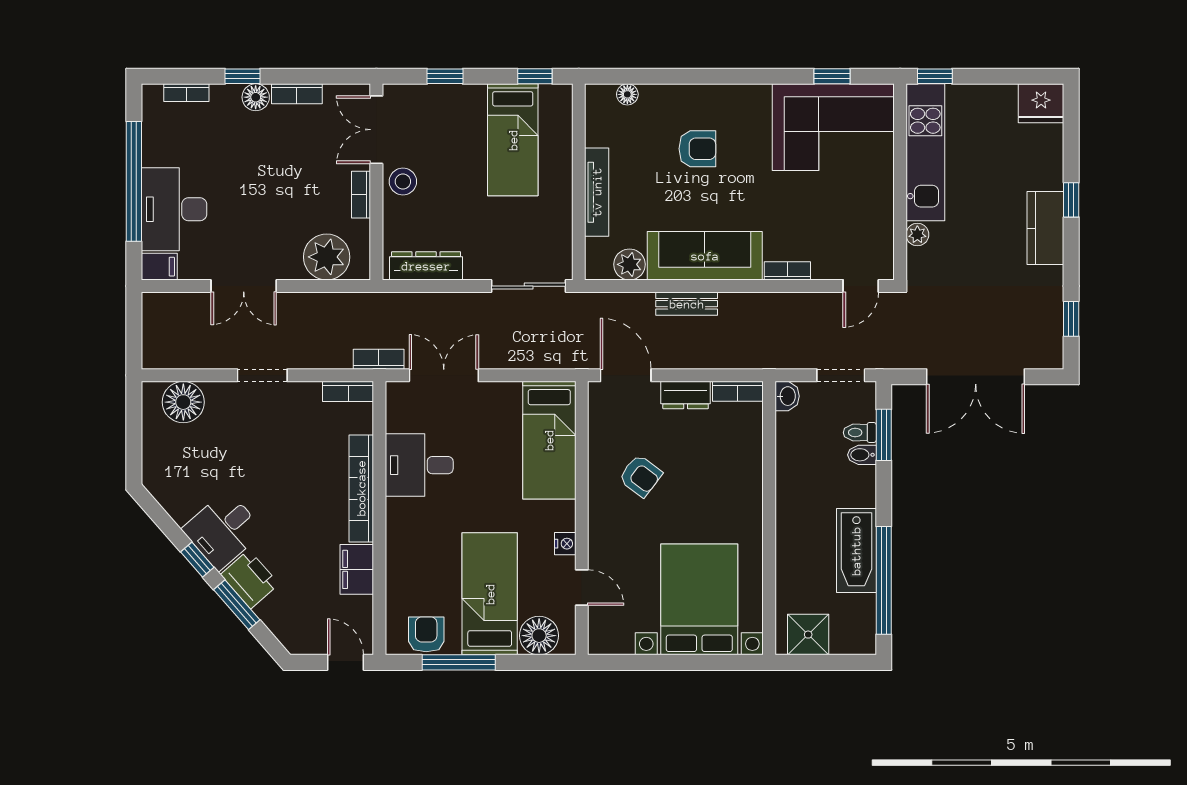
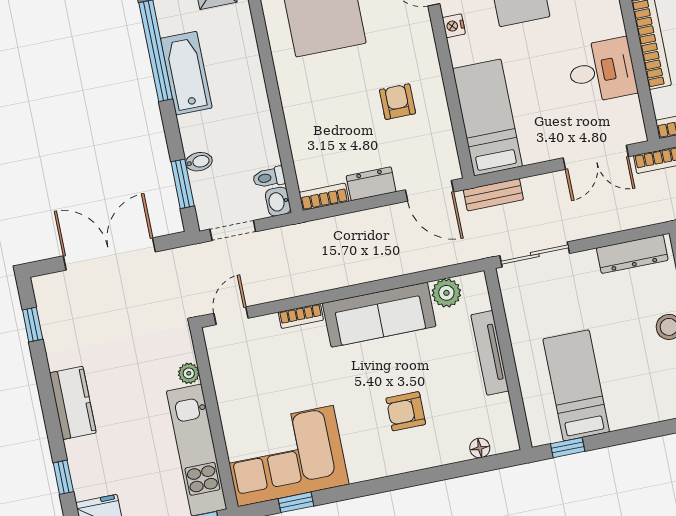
window: (445, 76) -> (650, 431), removed
window: (1071, 200) -> (63, 477), moved
bench: (687, 304) -> (493, 195), moved
toilet: (860, 433) -> (269, 177), moved, turned 180
armchair: (640, 476) -> (397, 102), turned 53

